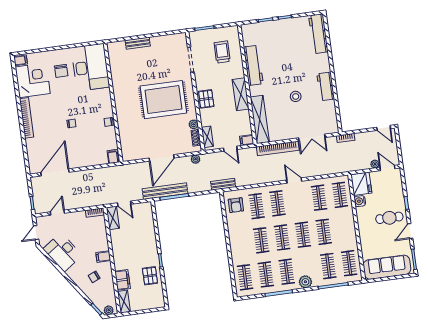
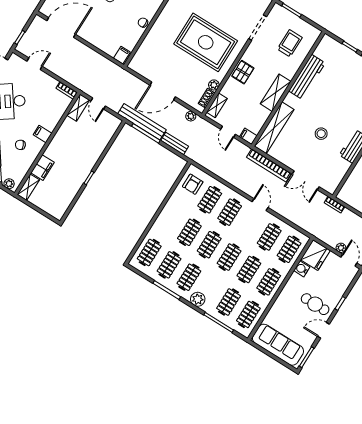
bench: (223, 184) -> (175, 143), moved
clothes rail: (345, 229) -> (269, 282), added
pallet: (150, 276) -> (69, 184), removed

